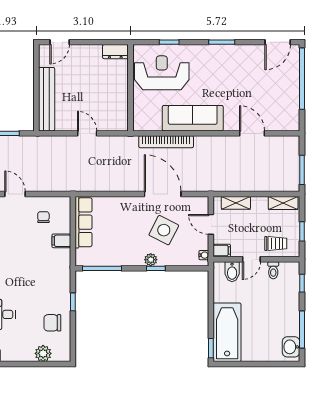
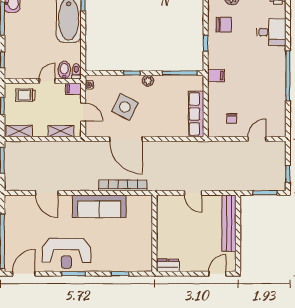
reception desk: (162, 73) -> (66, 253), moved
door: (15, 194) -> (257, 139), swing flipped
filing cabinet: (61, 241) -> (216, 75), moved
plant: (151, 260) -> (148, 81), moved
toilet: (273, 270) -> (76, 71), moved

